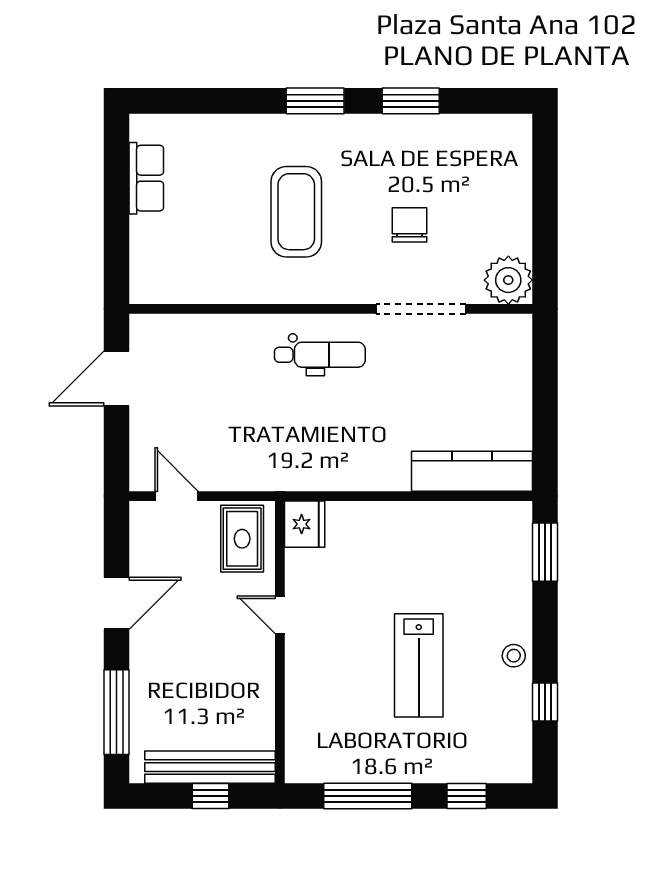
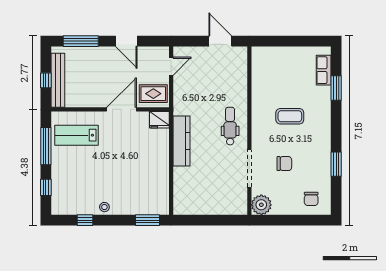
window: (315, 101) -> (336, 88), moved
chair: (494, 161) -> (311, 199), added
row of seats: (146, 178) -> (324, 70), moved, turned 90
coffee table: (296, 212) -> (290, 116), width x0.73, depth x0.76
dental chair: (320, 355) -> (230, 126), turned 180
kitchen counter: (472, 471) -> (181, 141), moved
door: (280, 615) -> (122, 109), width x1.87
lab bench: (419, 665) -> (76, 135), moved

